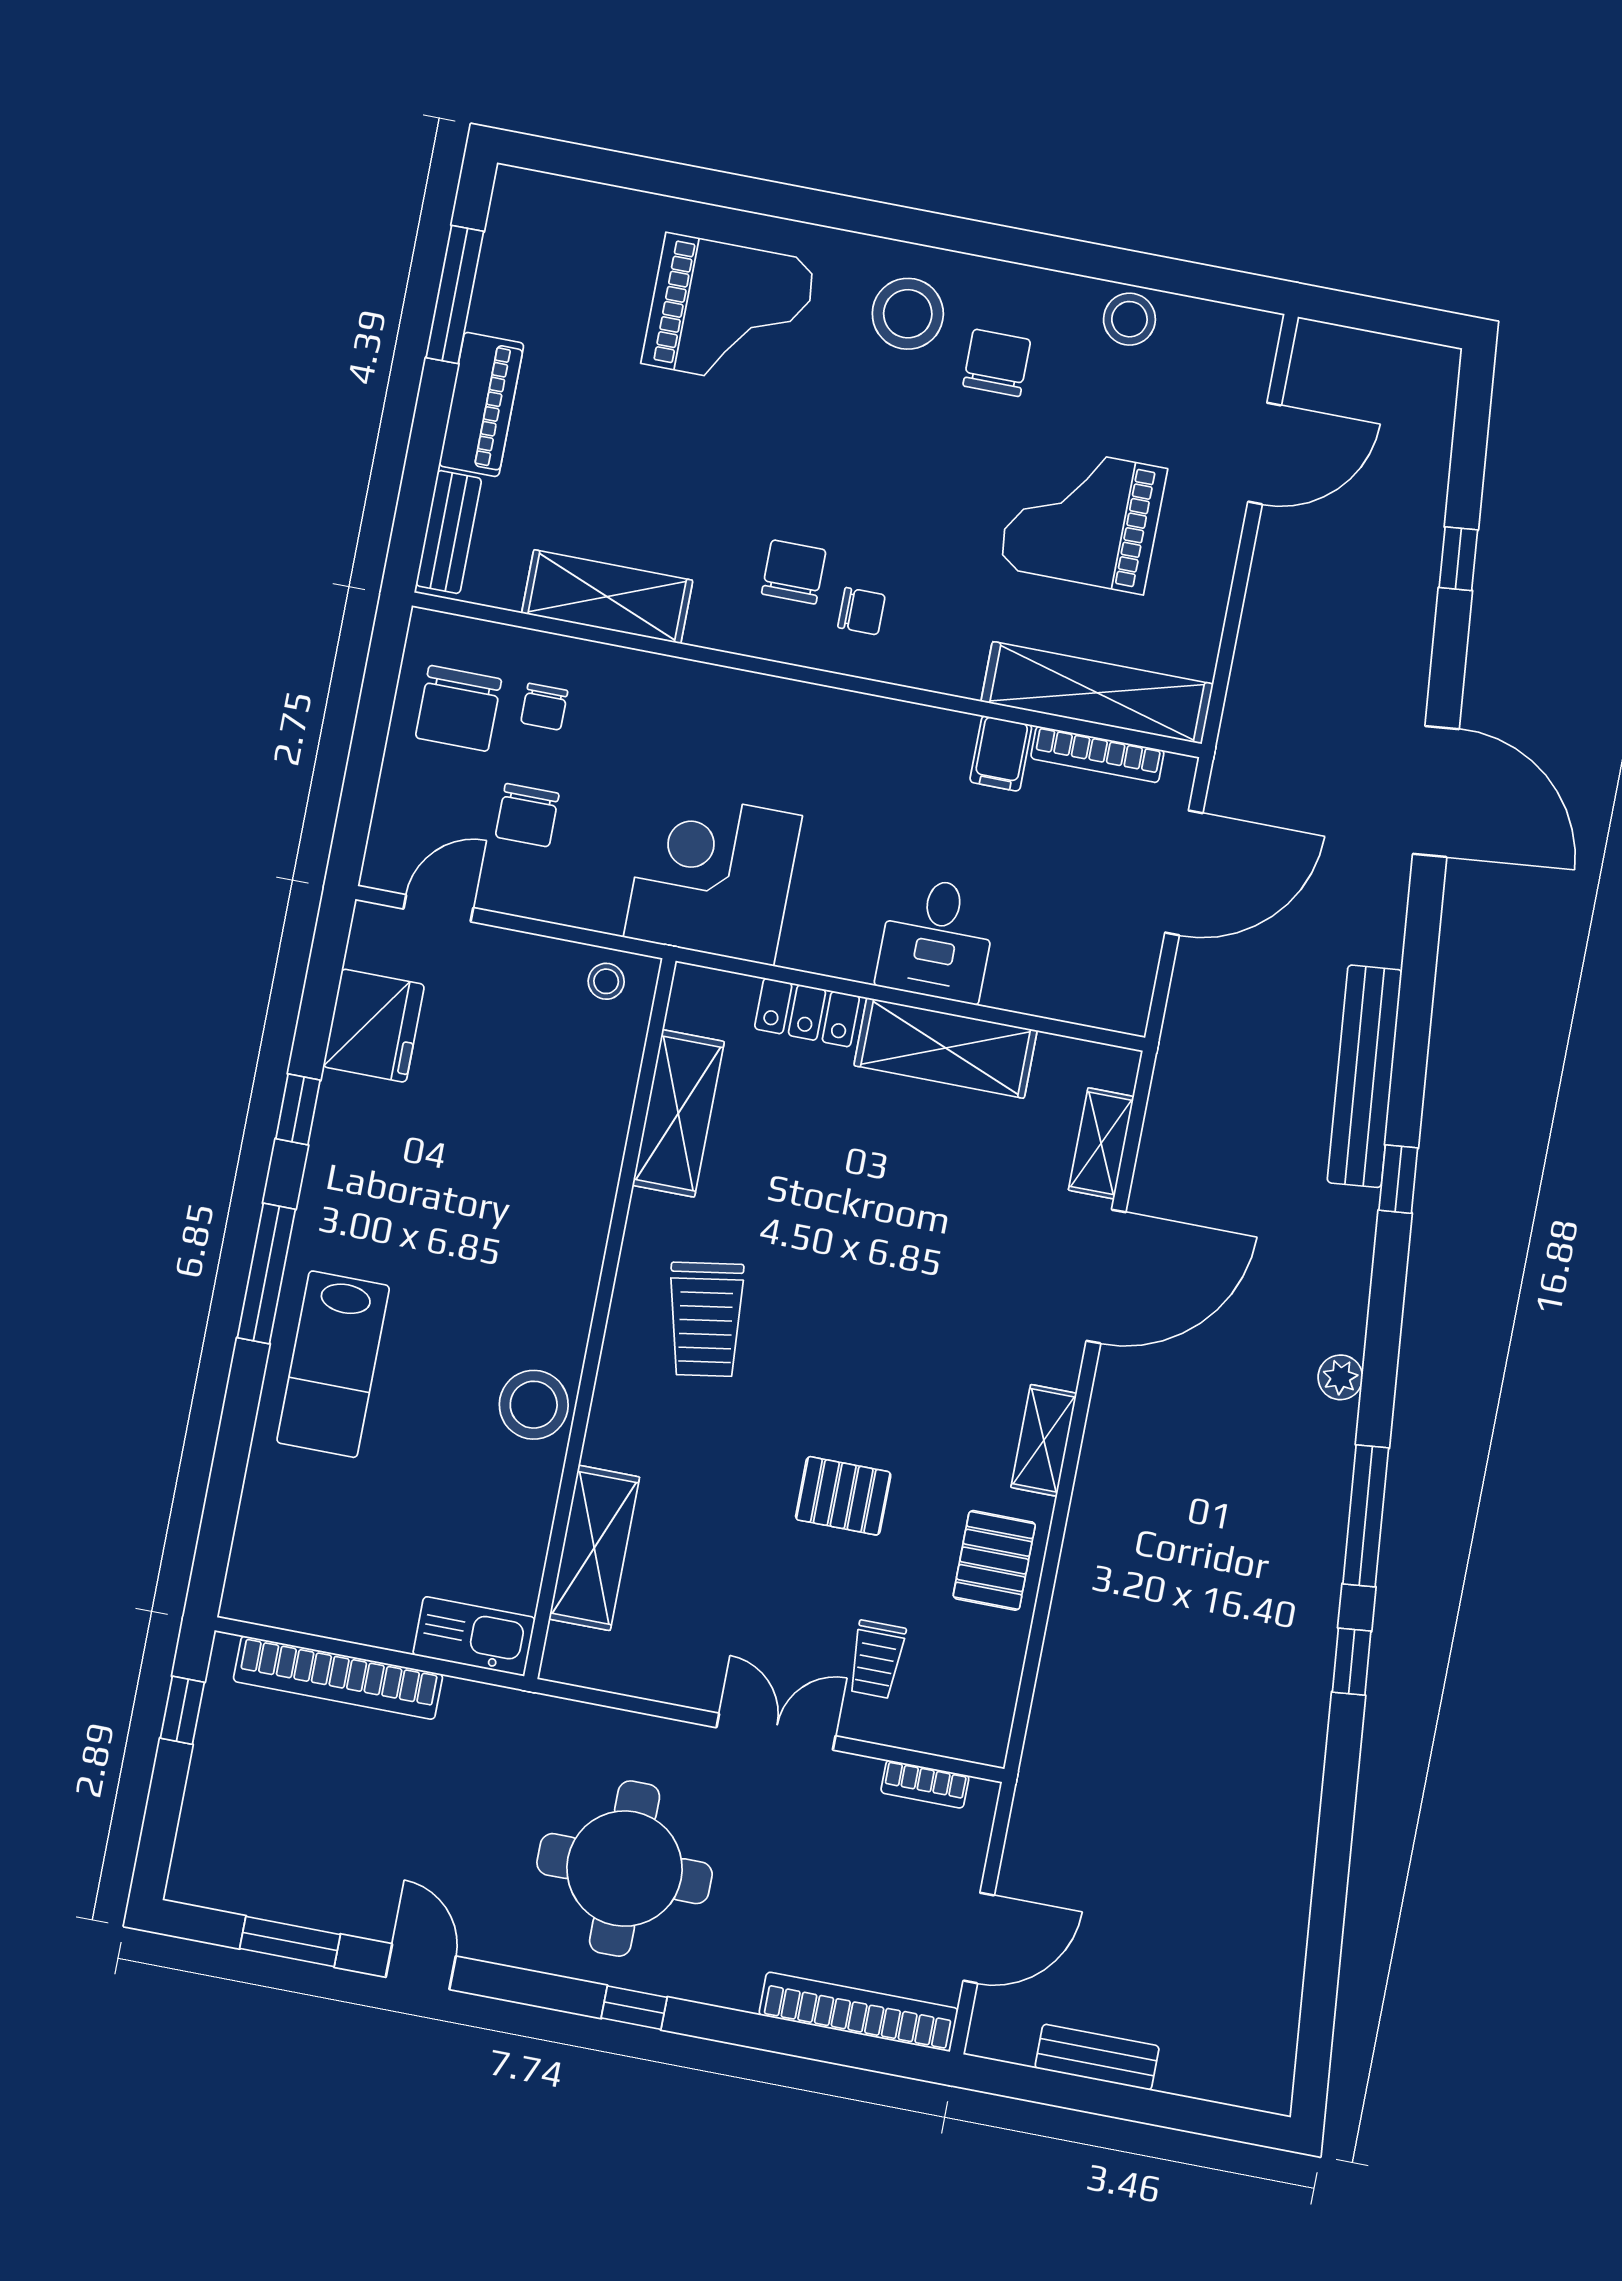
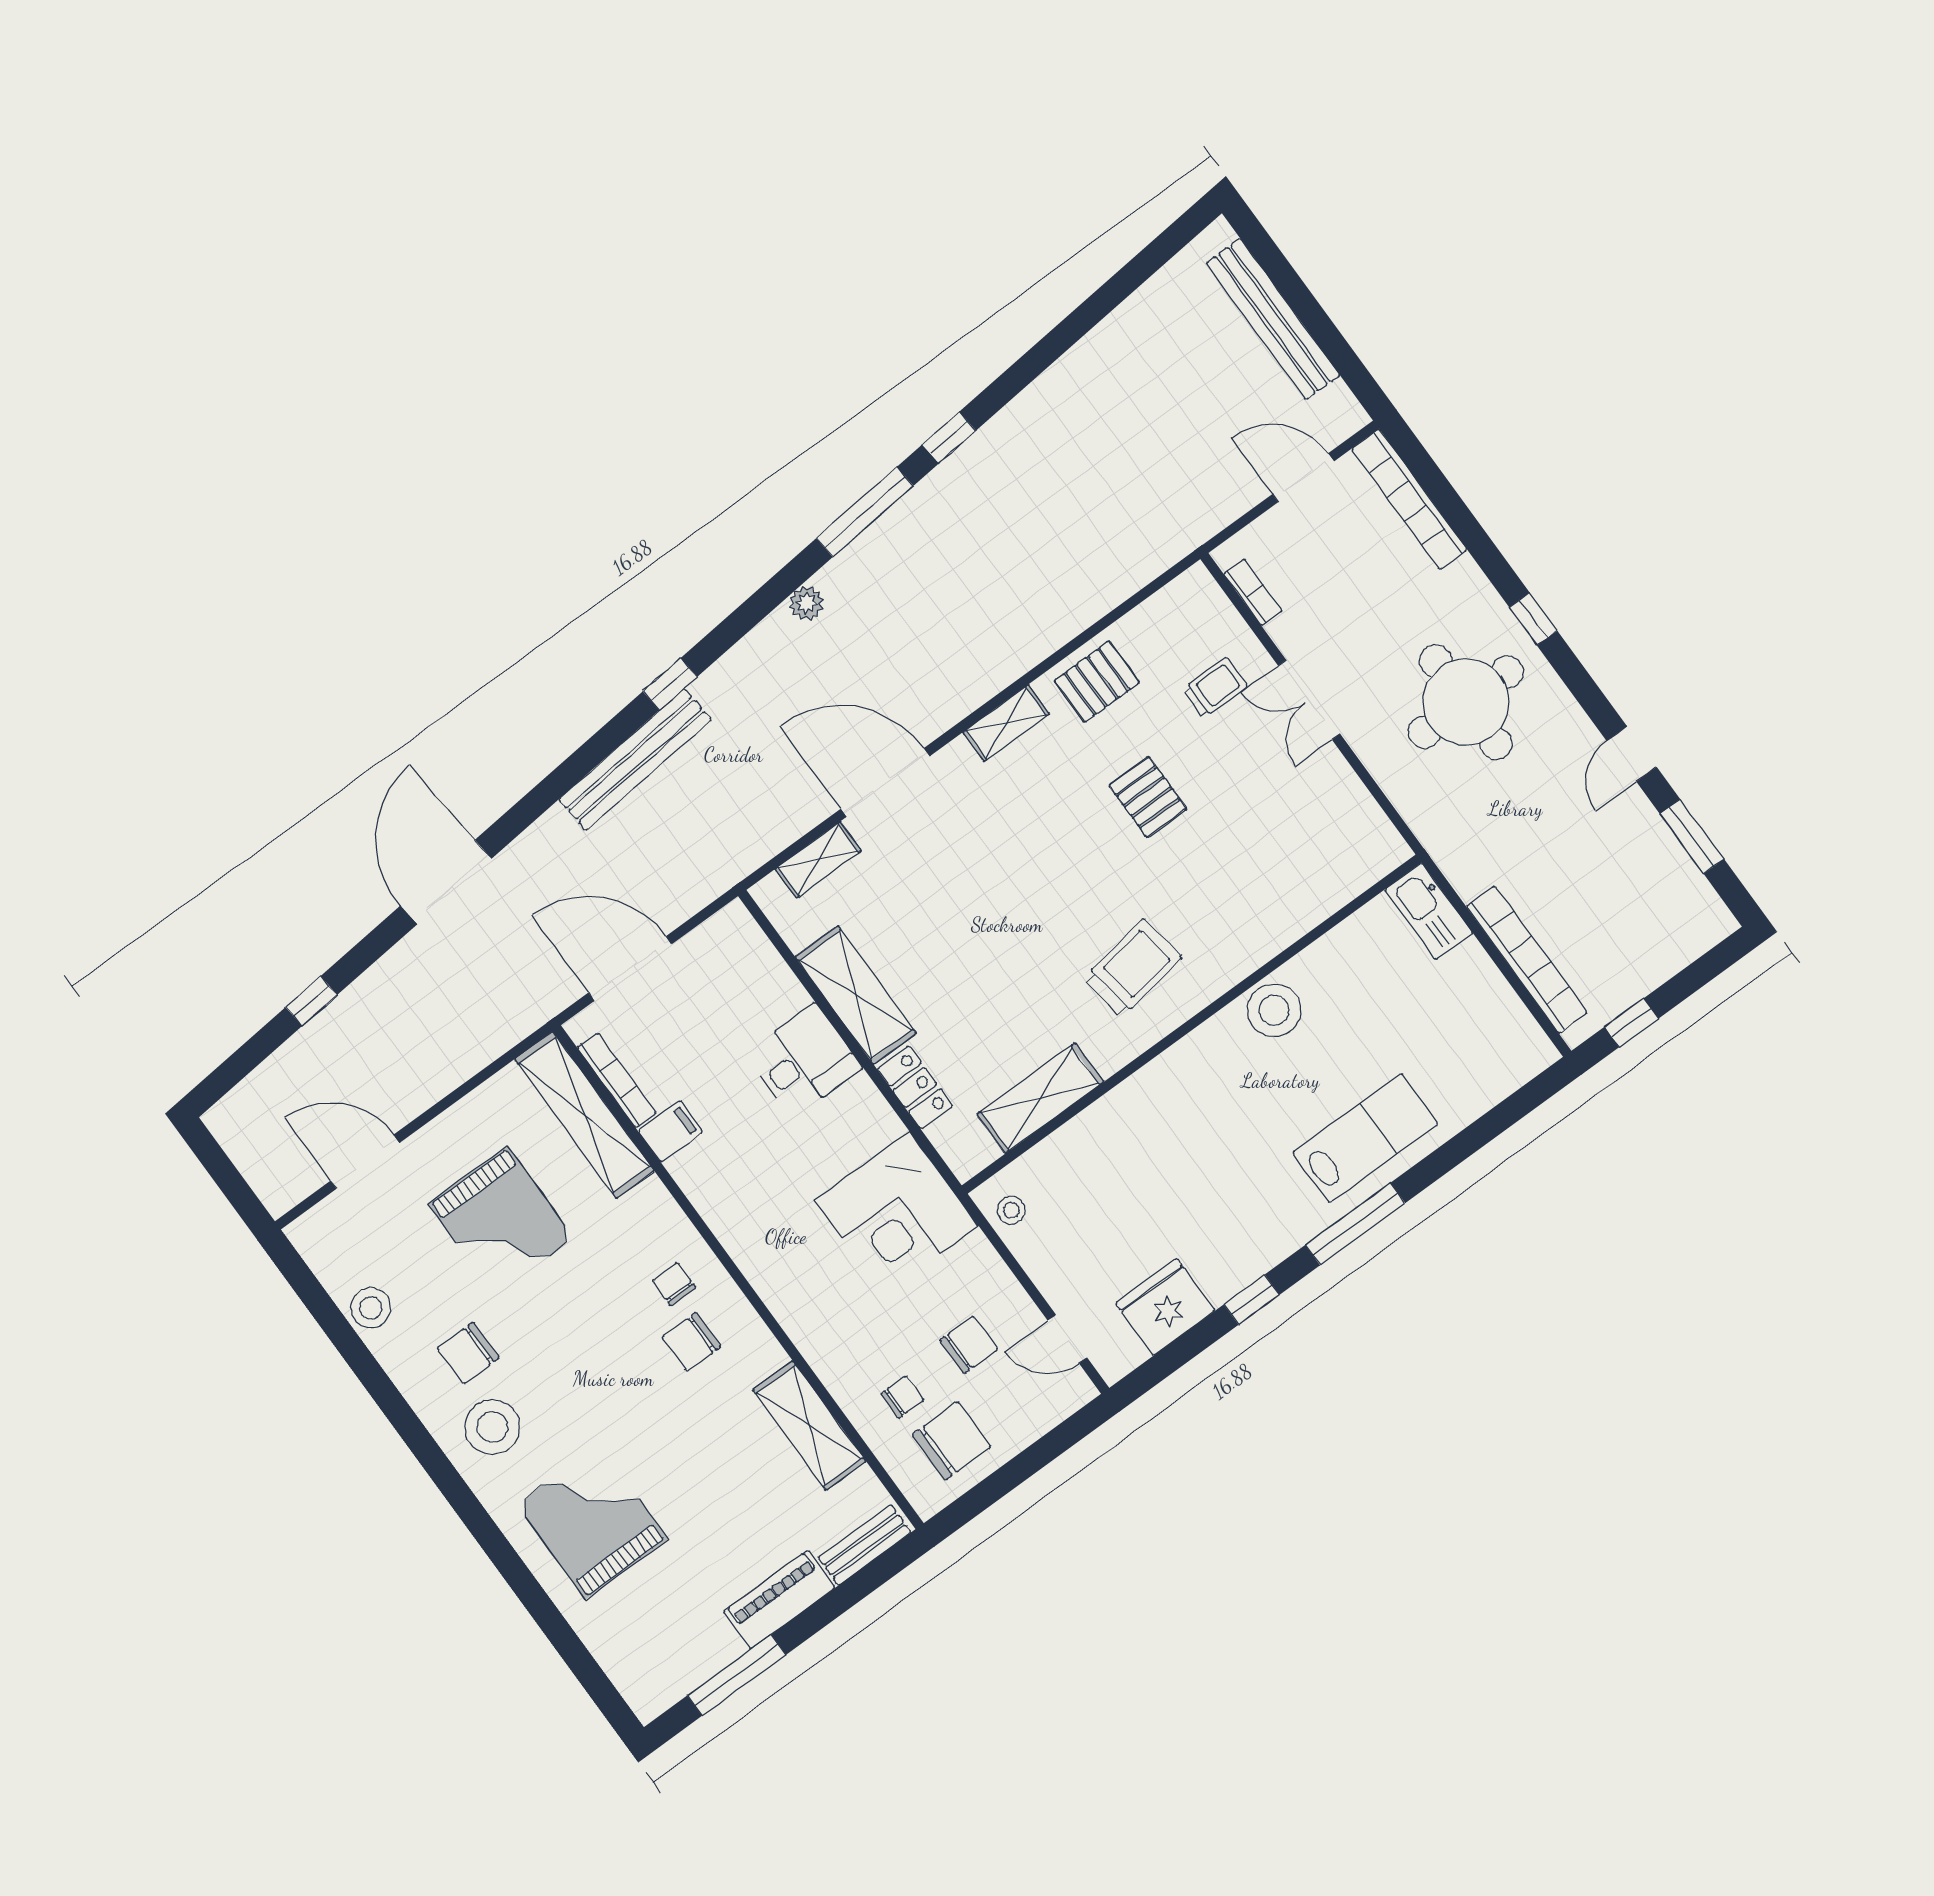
shelving: (594, 1548) -> (1315, 898), removed
bench: (1097, 2057) -> (1273, 319), width x1.86, depth x1.21

